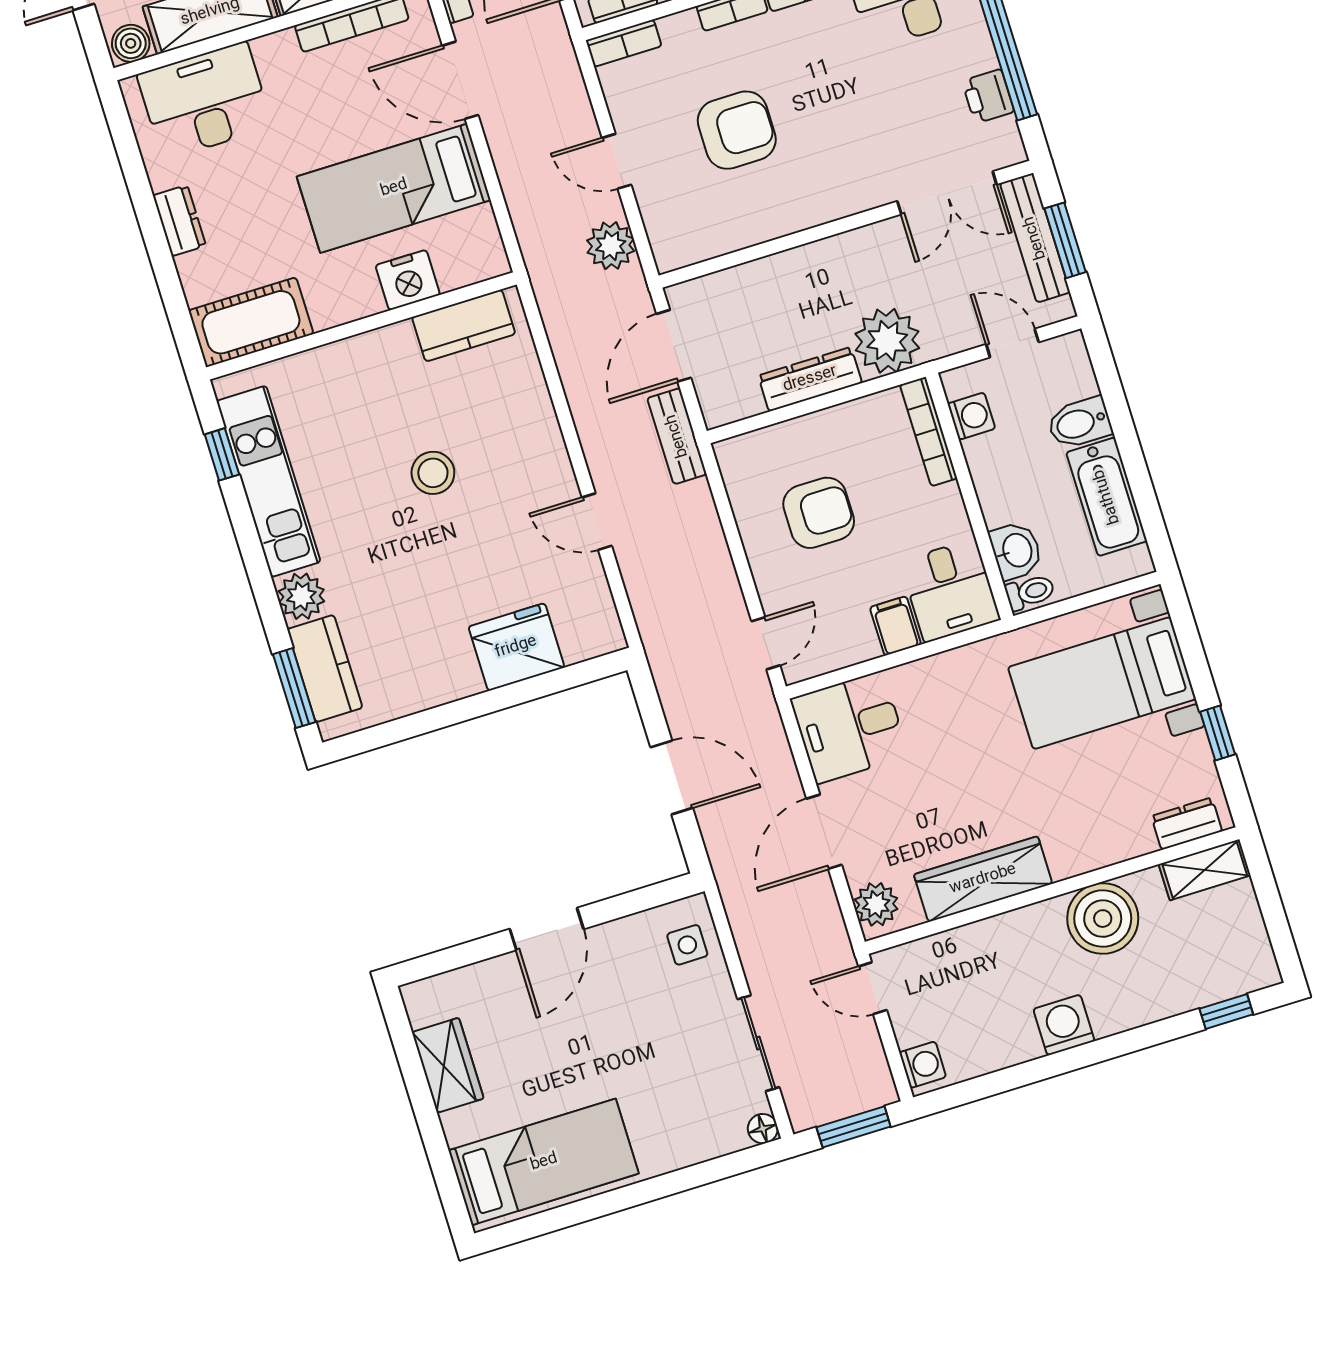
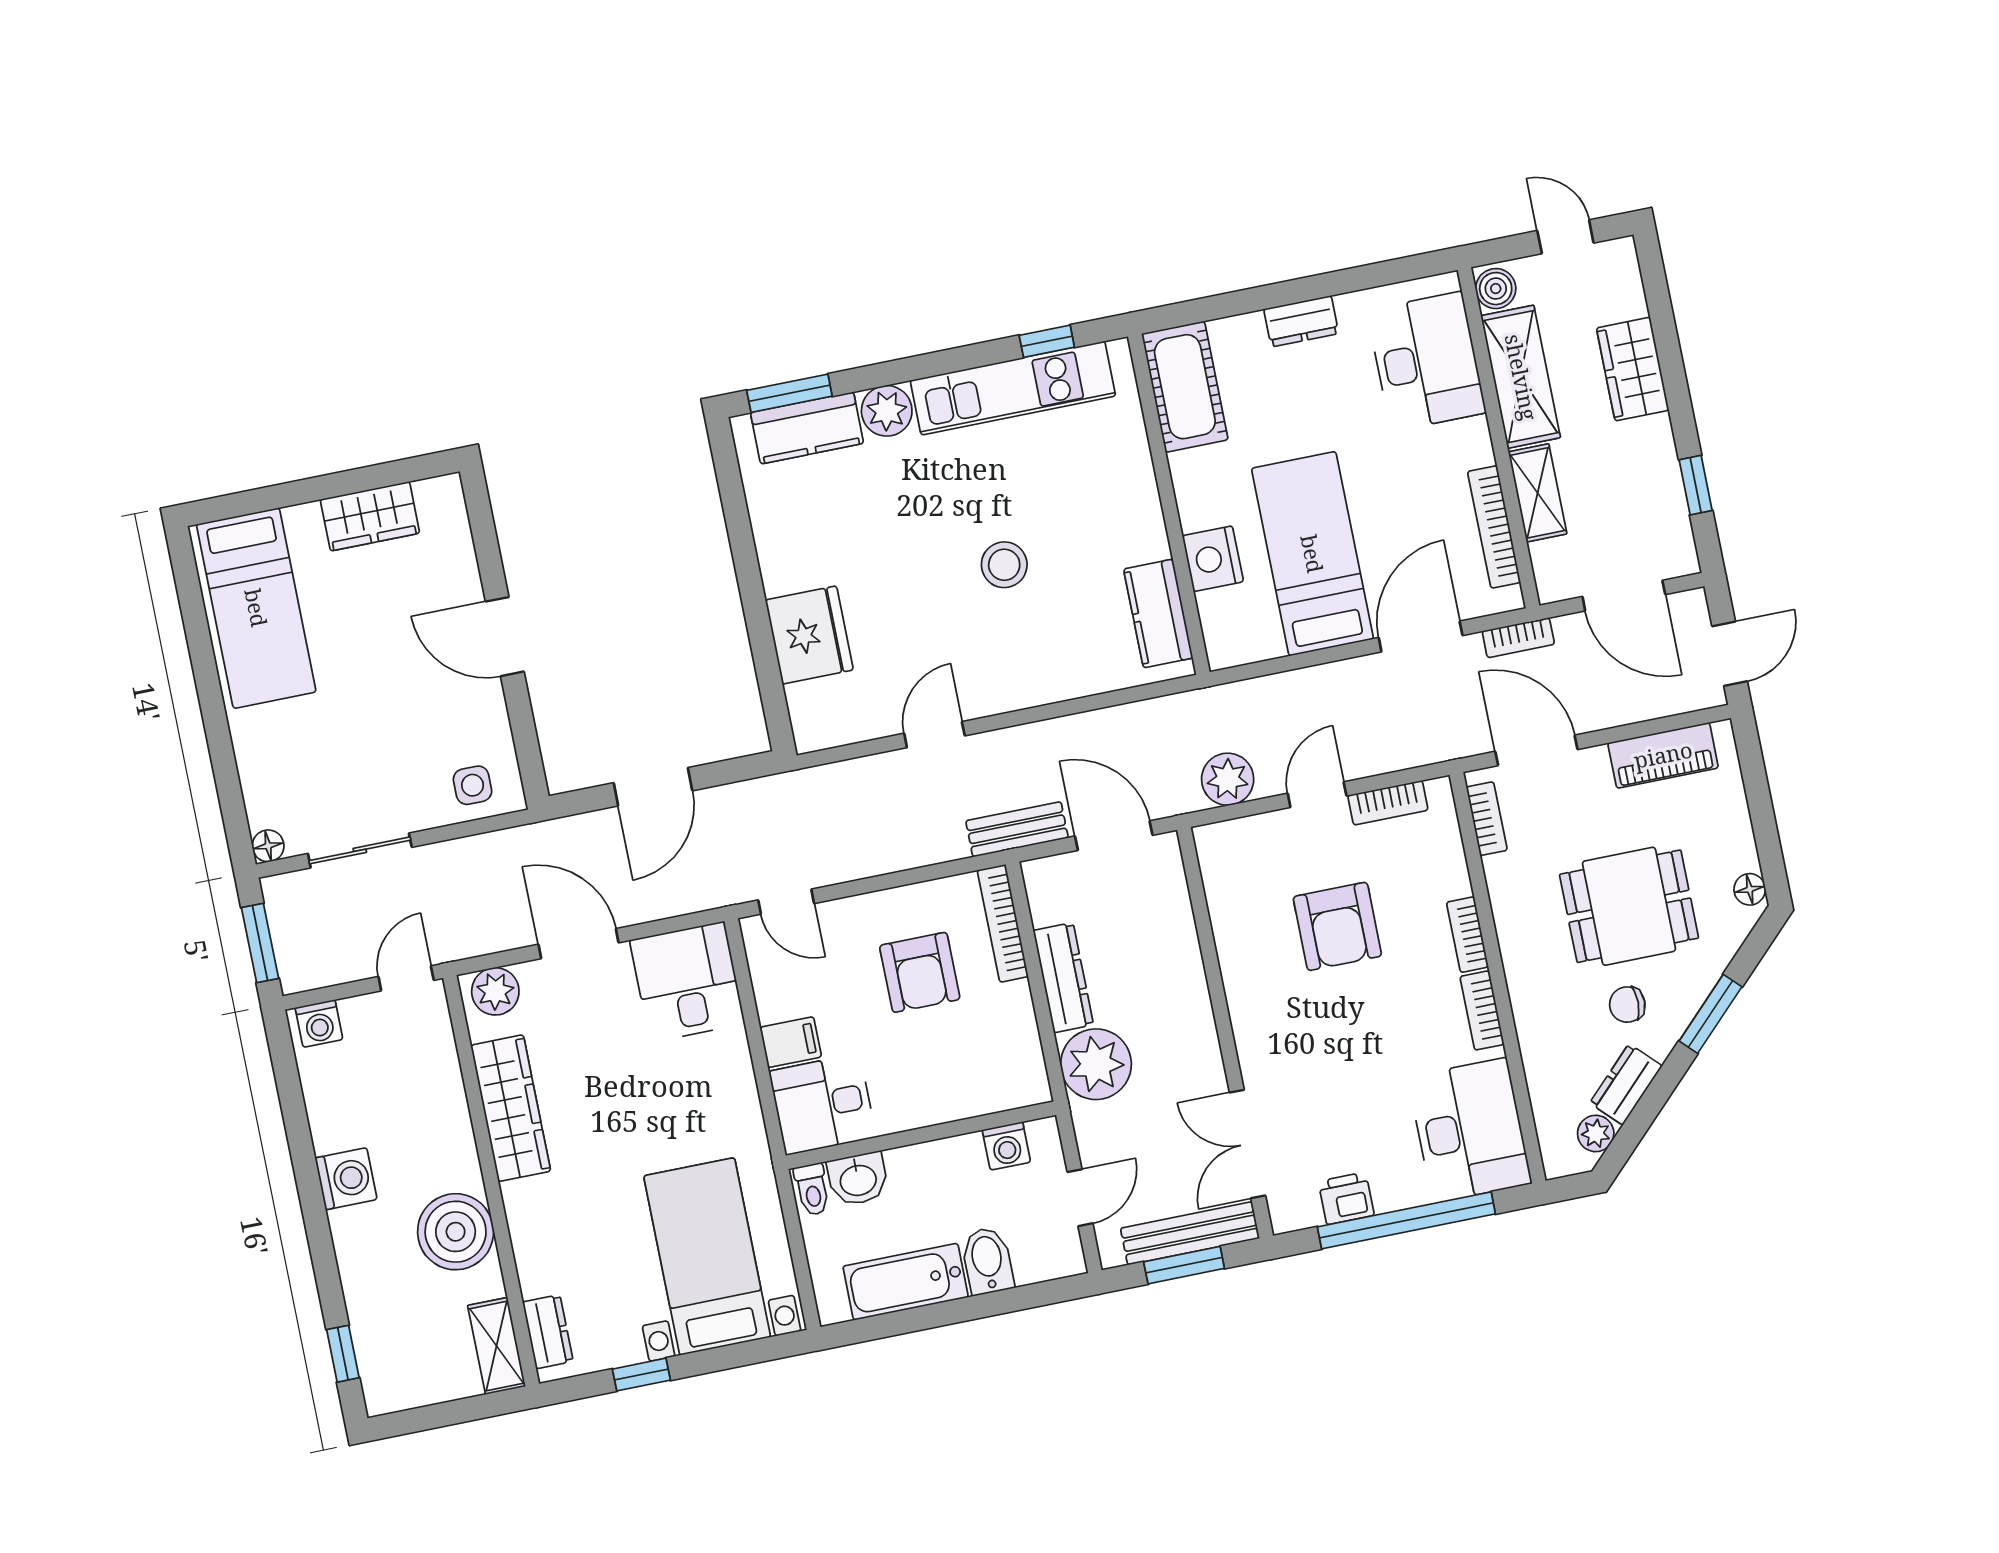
bookcase: (624, 43) -> (1388, 803), moved, turned -90
bookcase: (929, 432) -> (1003, 923), moved, turned -90

